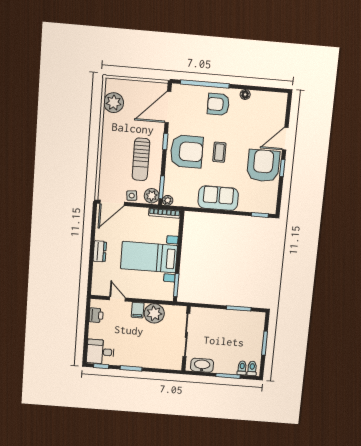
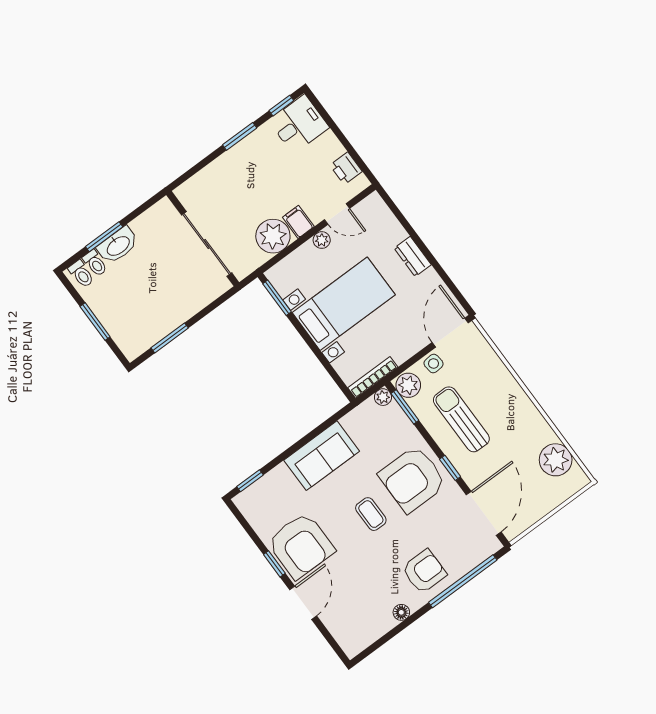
plant: (134, 293) -> (322, 240), added
washbasin: (202, 365) -> (118, 245), moved

